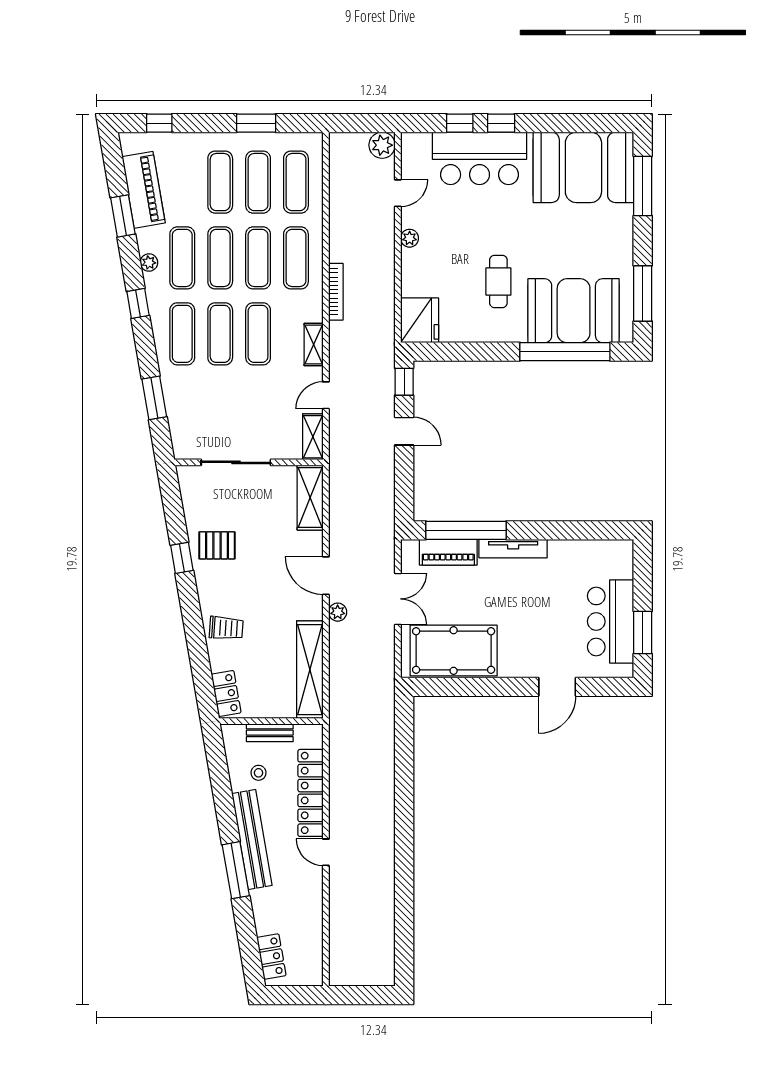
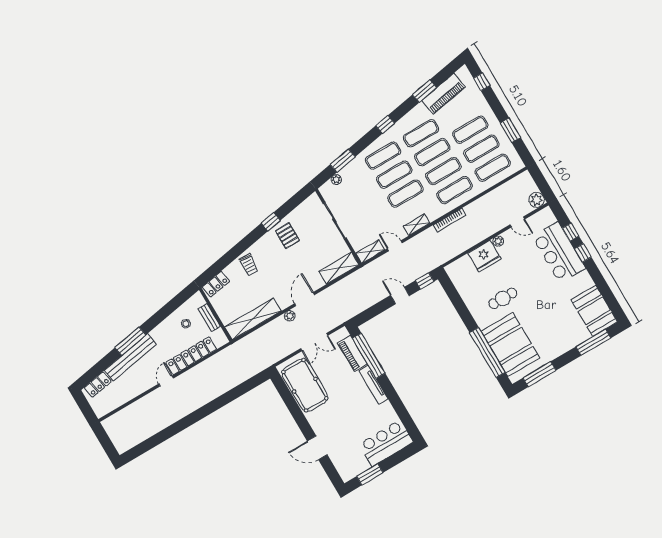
booth: (583, 167) -> (594, 311), width x0.73, depth x0.70
plant: (149, 263) -> (336, 180), moved
fridge: (420, 320) -> (485, 256), moved
door: (404, 431) -> (400, 296), swing flipped
bar counter: (611, 621) -> (386, 443), moved
bench: (252, 839) -> (130, 357), moved

